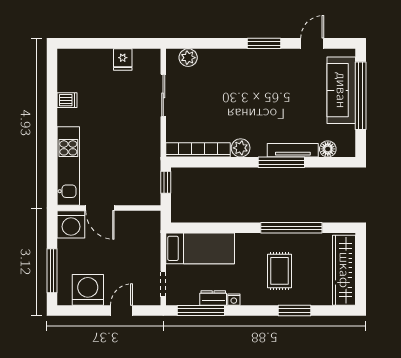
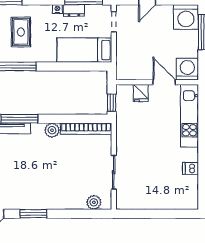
fridge: (123, 59) -> (141, 93), moved, turned 180
washing machine: (88, 290) -> (186, 17), moved

